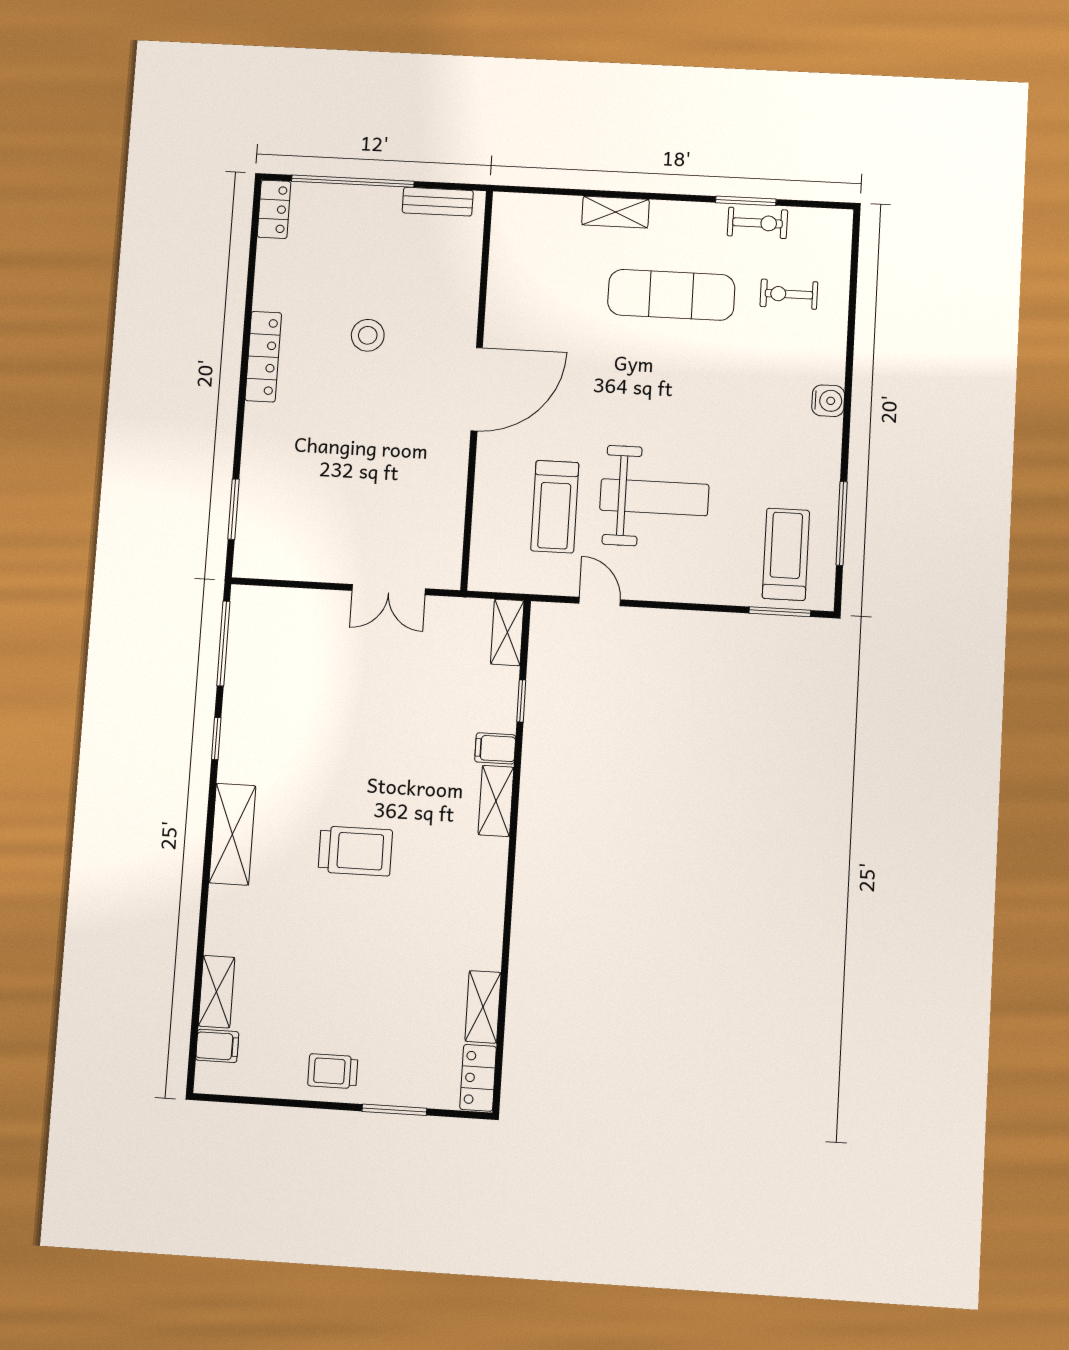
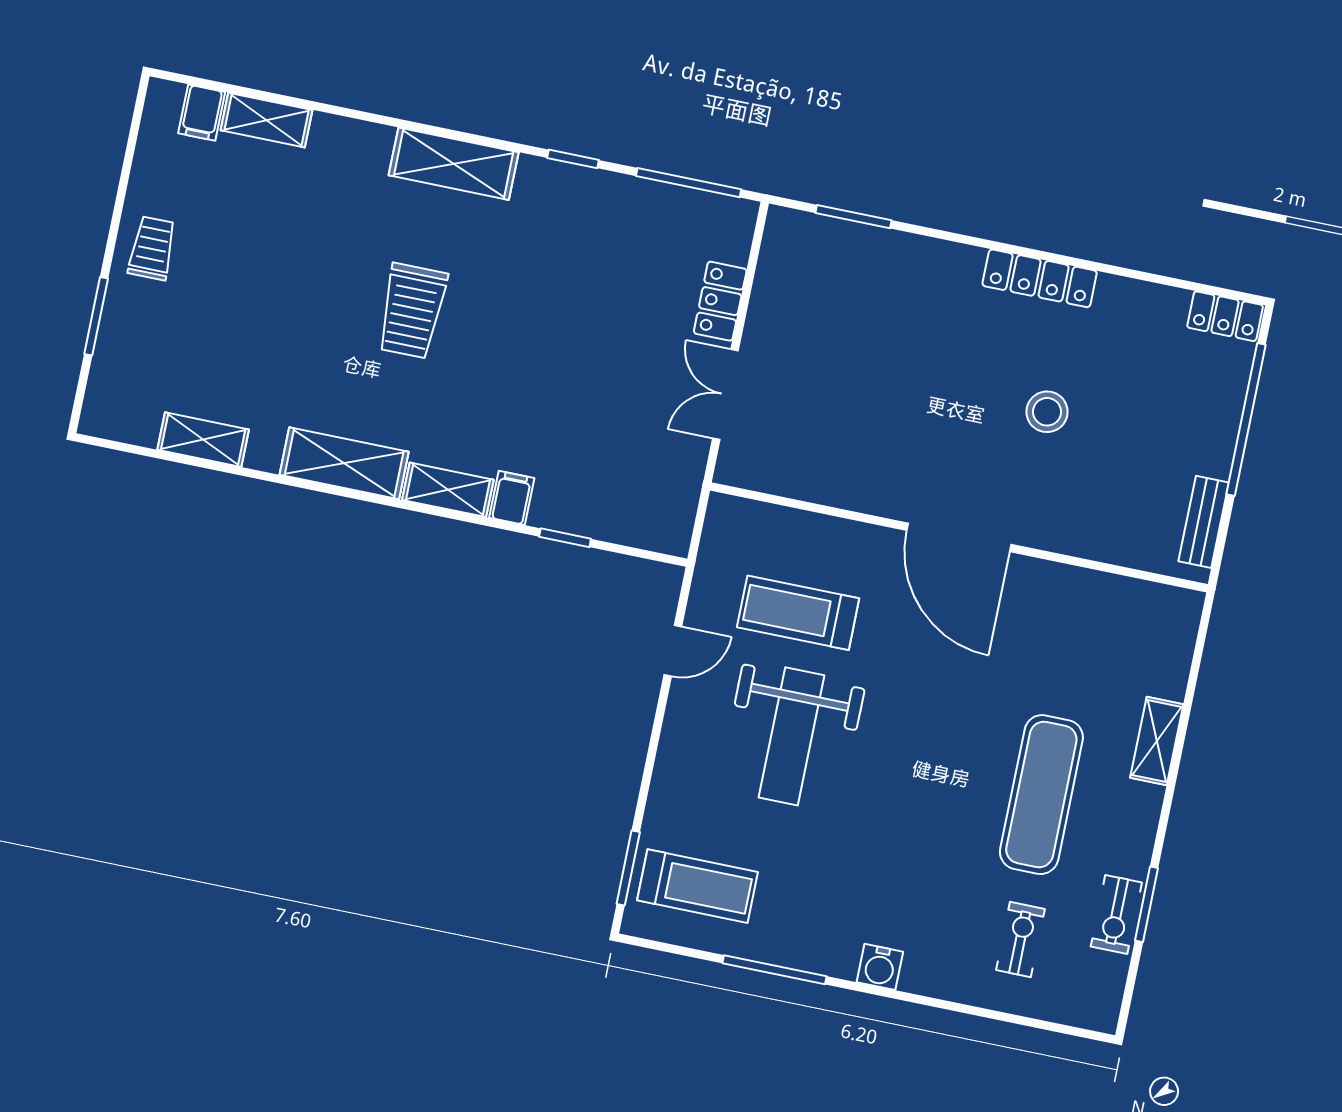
window: (842, 523) -> (774, 970), moved
shelving: (507, 632) -> (344, 463), moved, width x1.50, depth x1.33
locker: (478, 1078) -> (720, 301), moved, turned -90

